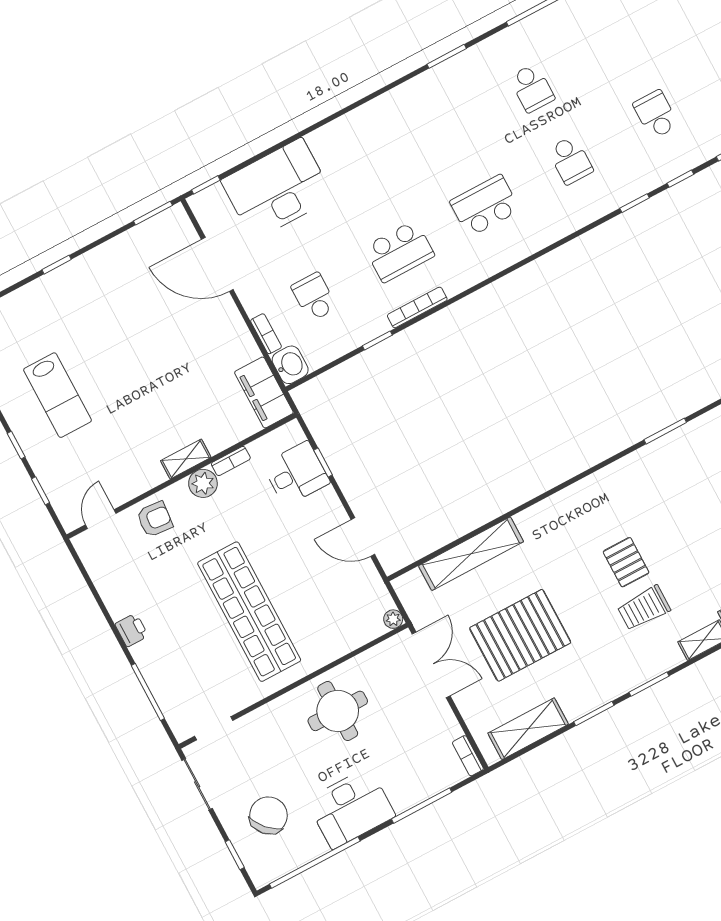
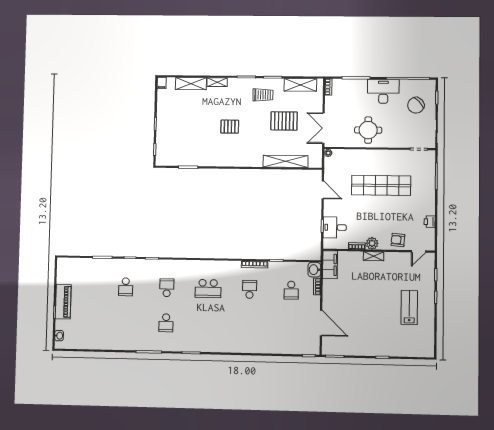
school desk: (532, 88) -> (166, 323), turned 180
desk: (277, 189) -> (283, 339), removed
school desk: (399, 251) -> (250, 289), width x0.54
pallet: (626, 562) -> (230, 127), turned 90
trolley: (644, 608) -> (263, 95), moved
shop shelf: (249, 612) -> (381, 185), turned 90
printer: (132, 630) -> (430, 222), moved
pallet: (520, 635) -> (284, 121), width x0.73, depth x0.71

